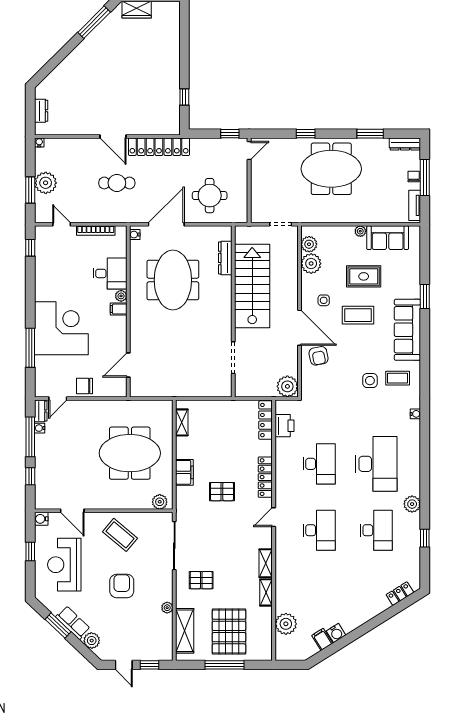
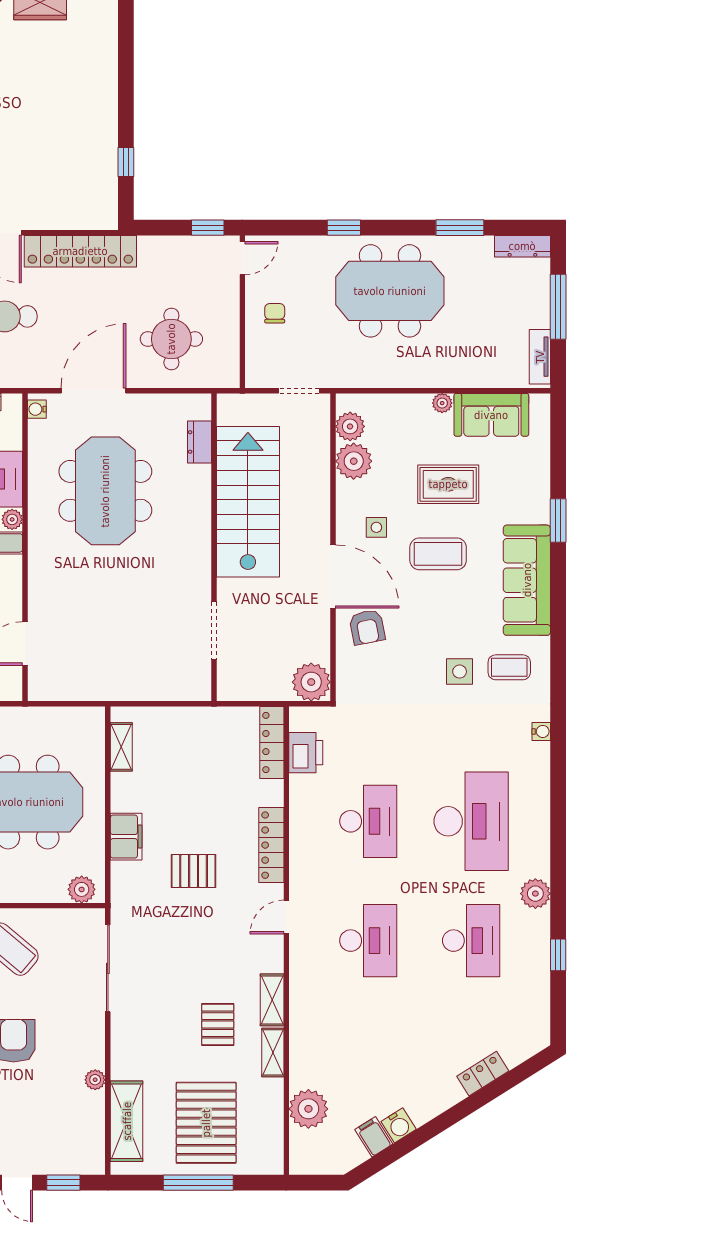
chair: (414, 176) -> (275, 313), moved
dresser: (225, 258) -> (199, 442), width x0.70
pallet: (201, 580) -> (218, 1025), moved, turned 90
locker: (400, 594) -> (483, 1074), moved

